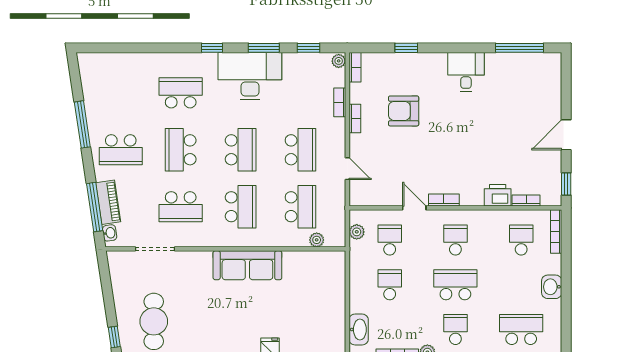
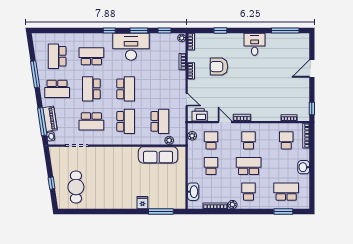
door: (566, 135) -> (312, 69), moved
school desk: (301, 150) -> (57, 56), moved, turned 180
printer: (498, 195) -> (200, 115), moved
sofa: (247, 265) -> (158, 155), moved
window: (114, 337) -> (51, 183), moved

